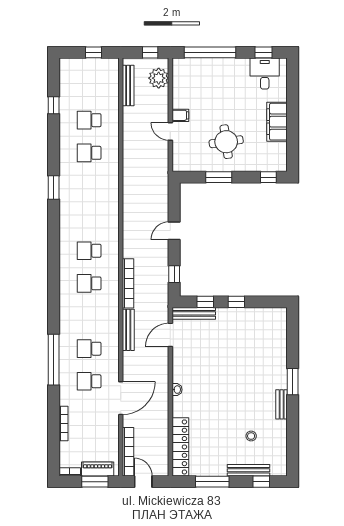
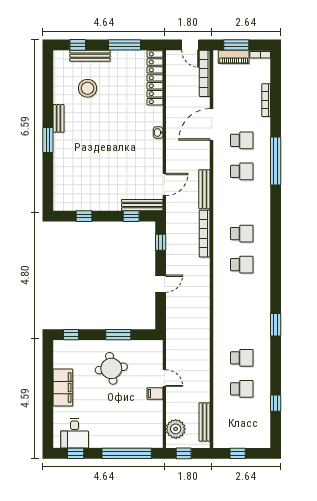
window: (236, 302) -> (84, 216), moved
stool: (251, 436) -> (88, 88), width x1.89, depth x1.89

